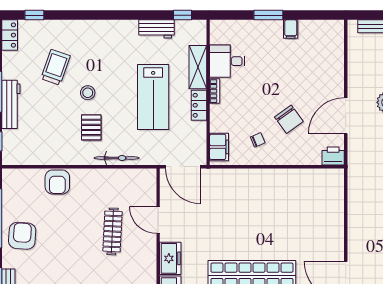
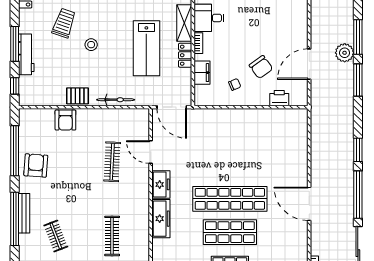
pallet: (91, 127) -> (78, 96), moved, turned 90
filing cabinet: (219, 147) -> (202, 73), moved
printer: (333, 156) -> (279, 98), moved

